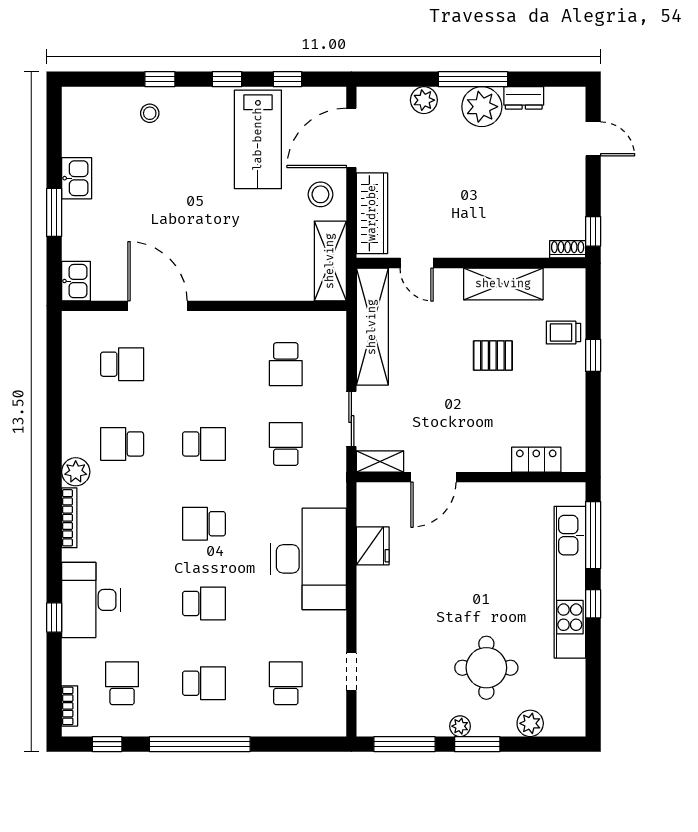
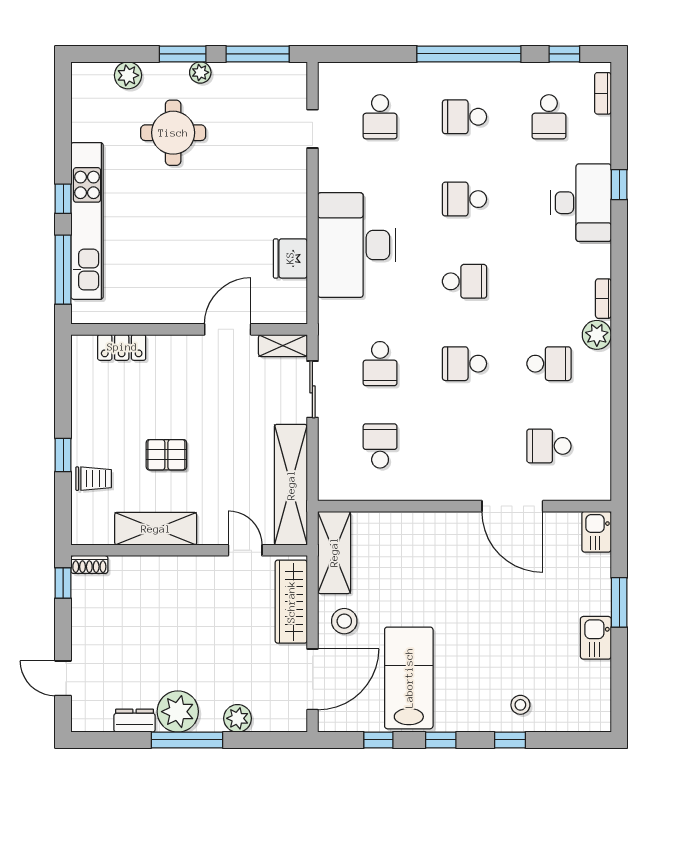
bookcase: (69, 518) -> (603, 299), width x0.64

